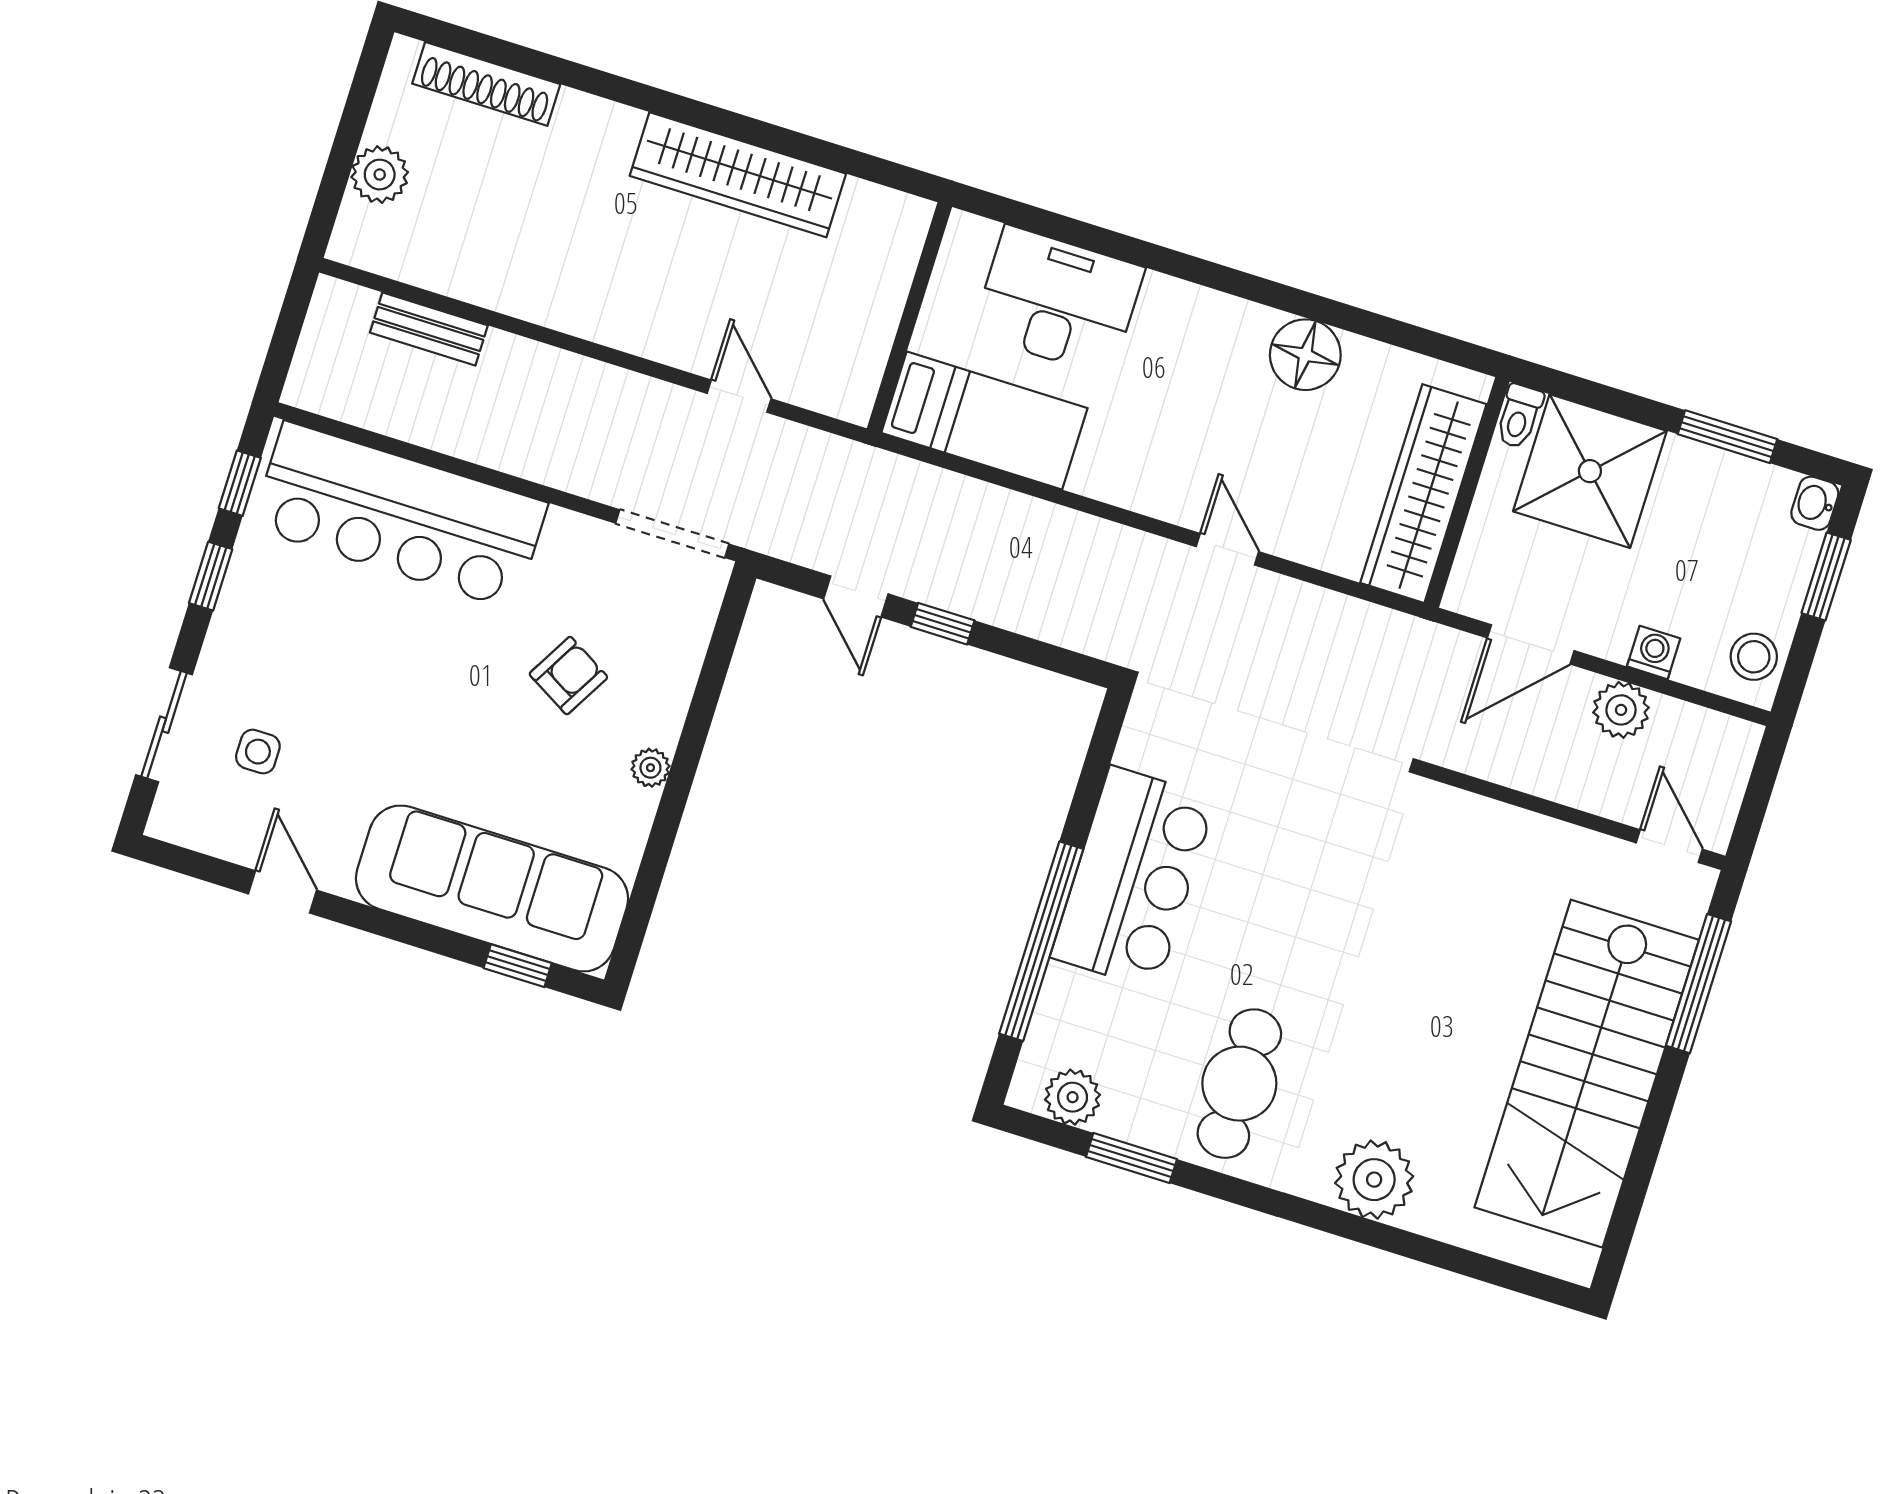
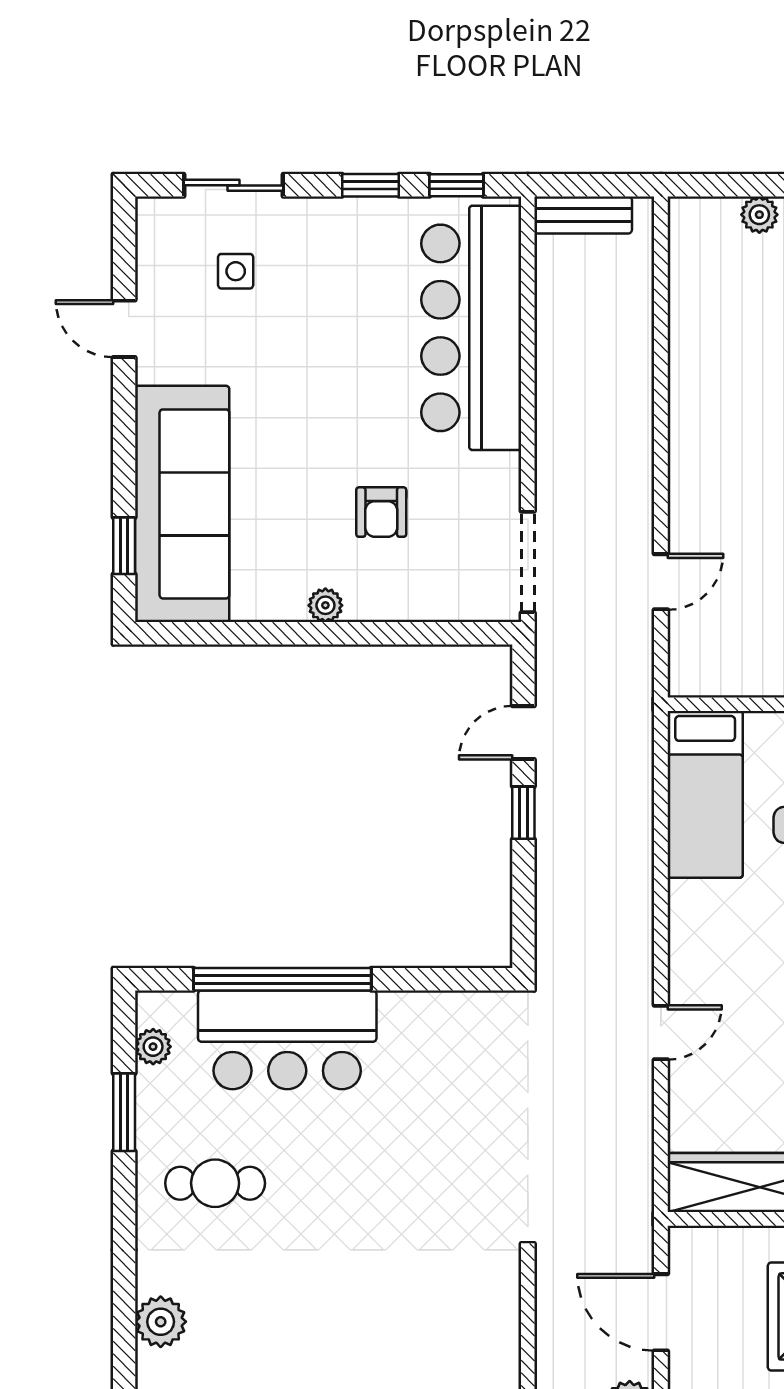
plant: (380, 175) -> (759, 215), width x0.73, depth x0.73
bench: (429, 329) -> (583, 215), moved, turned 90
armchair: (568, 676) -> (381, 512), turned 60
bar counter: (1133, 878) -> (287, 1040), moved
door: (283, 892) -> (124, 329), swing flipped
cafe table: (1239, 1084) -> (215, 1183), width x0.73, depth x0.74
plant: (1073, 1097) -> (153, 1047), width x0.73, depth x0.73
plant: (1374, 1180) -> (161, 1322), width x0.73, depth x0.73

